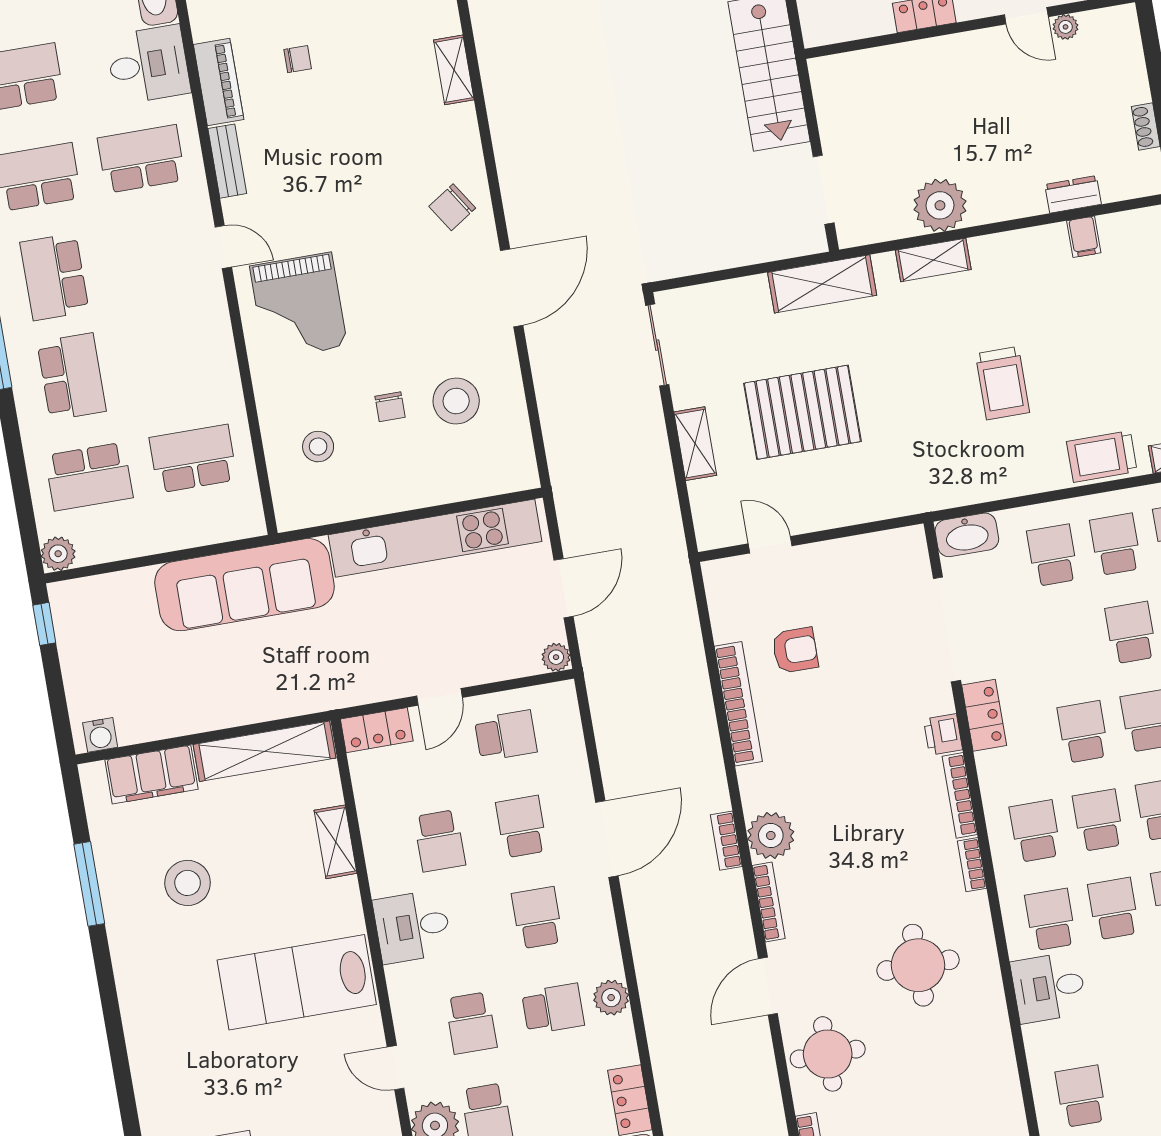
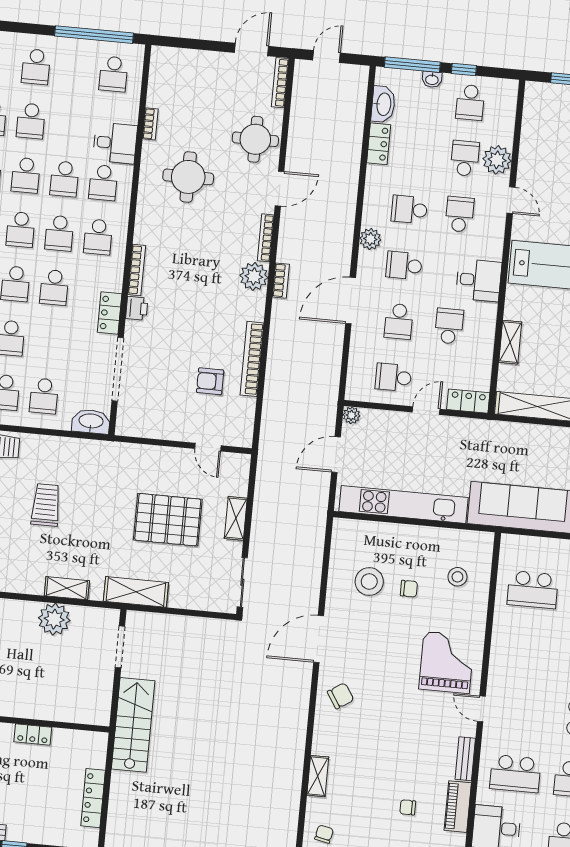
chair: (390, 407) -> (409, 589), turned 90
bookcase: (972, 865) -> (150, 124), moved
school desk: (537, 918) -> (404, 265), turned 90
plant: (611, 998) -> (370, 239), moved

